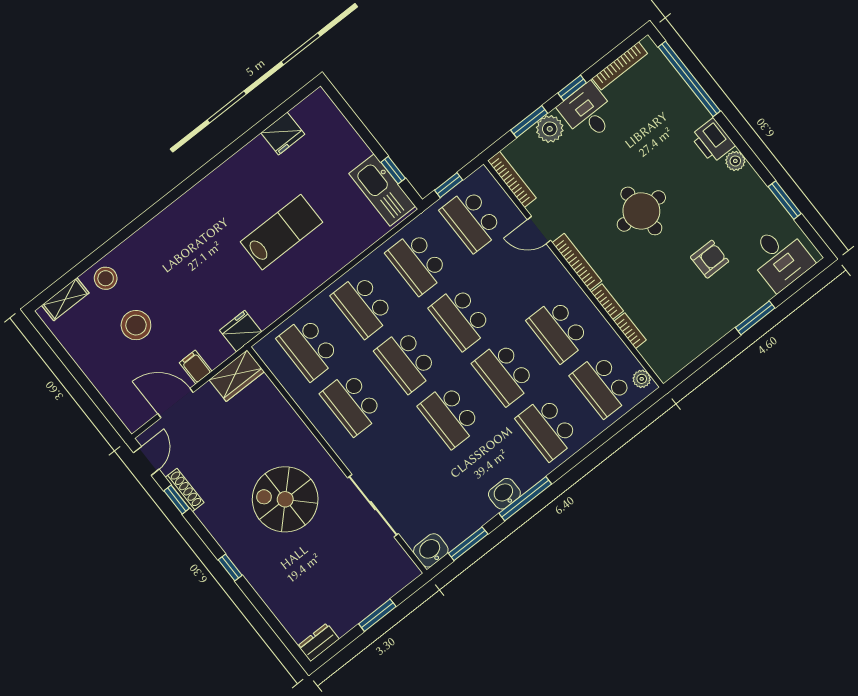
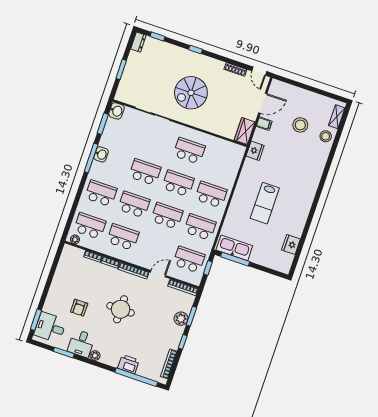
desk: (588, 112) -> (81, 343), moved, turned 90
printer: (713, 141) -> (128, 364), moved
window: (393, 170) -> (235, 259), width x2.17
window: (755, 318) -> (36, 320), moved
school desk: (308, 348) -> (222, 162), removed
spiral stairs: (285, 499) -> (191, 93), turned 180
window: (177, 500) -> (158, 37), moved

